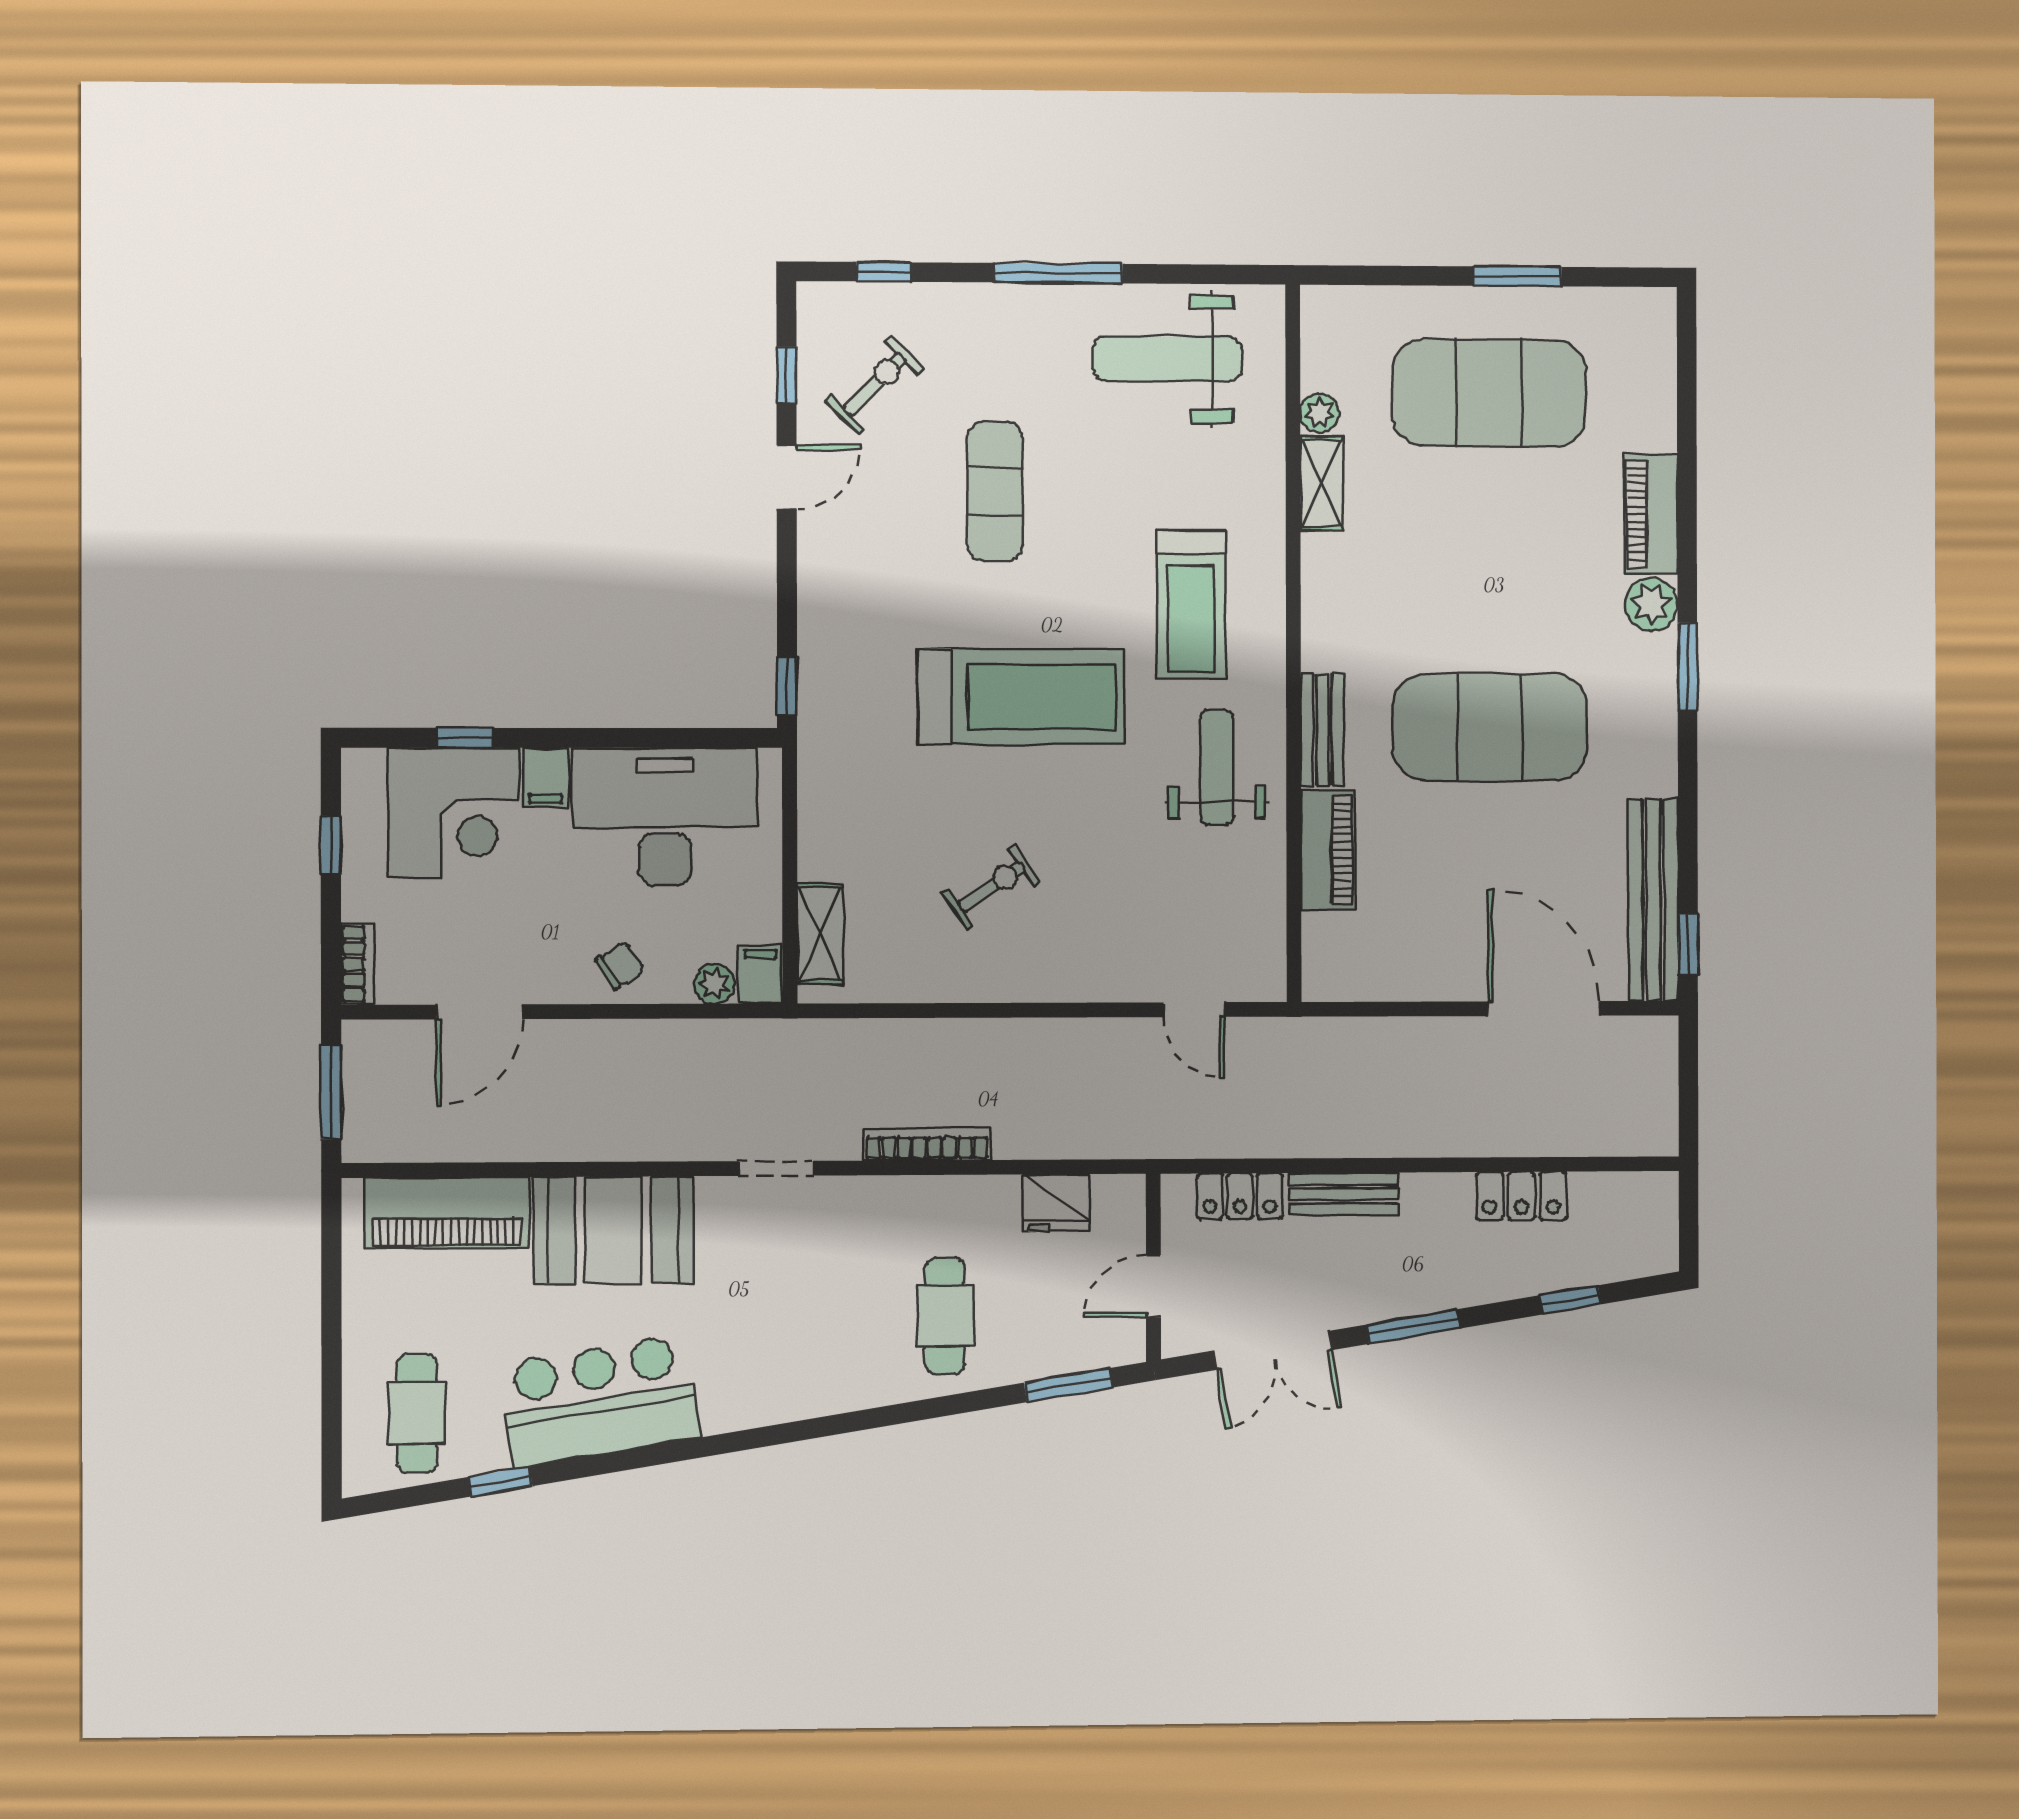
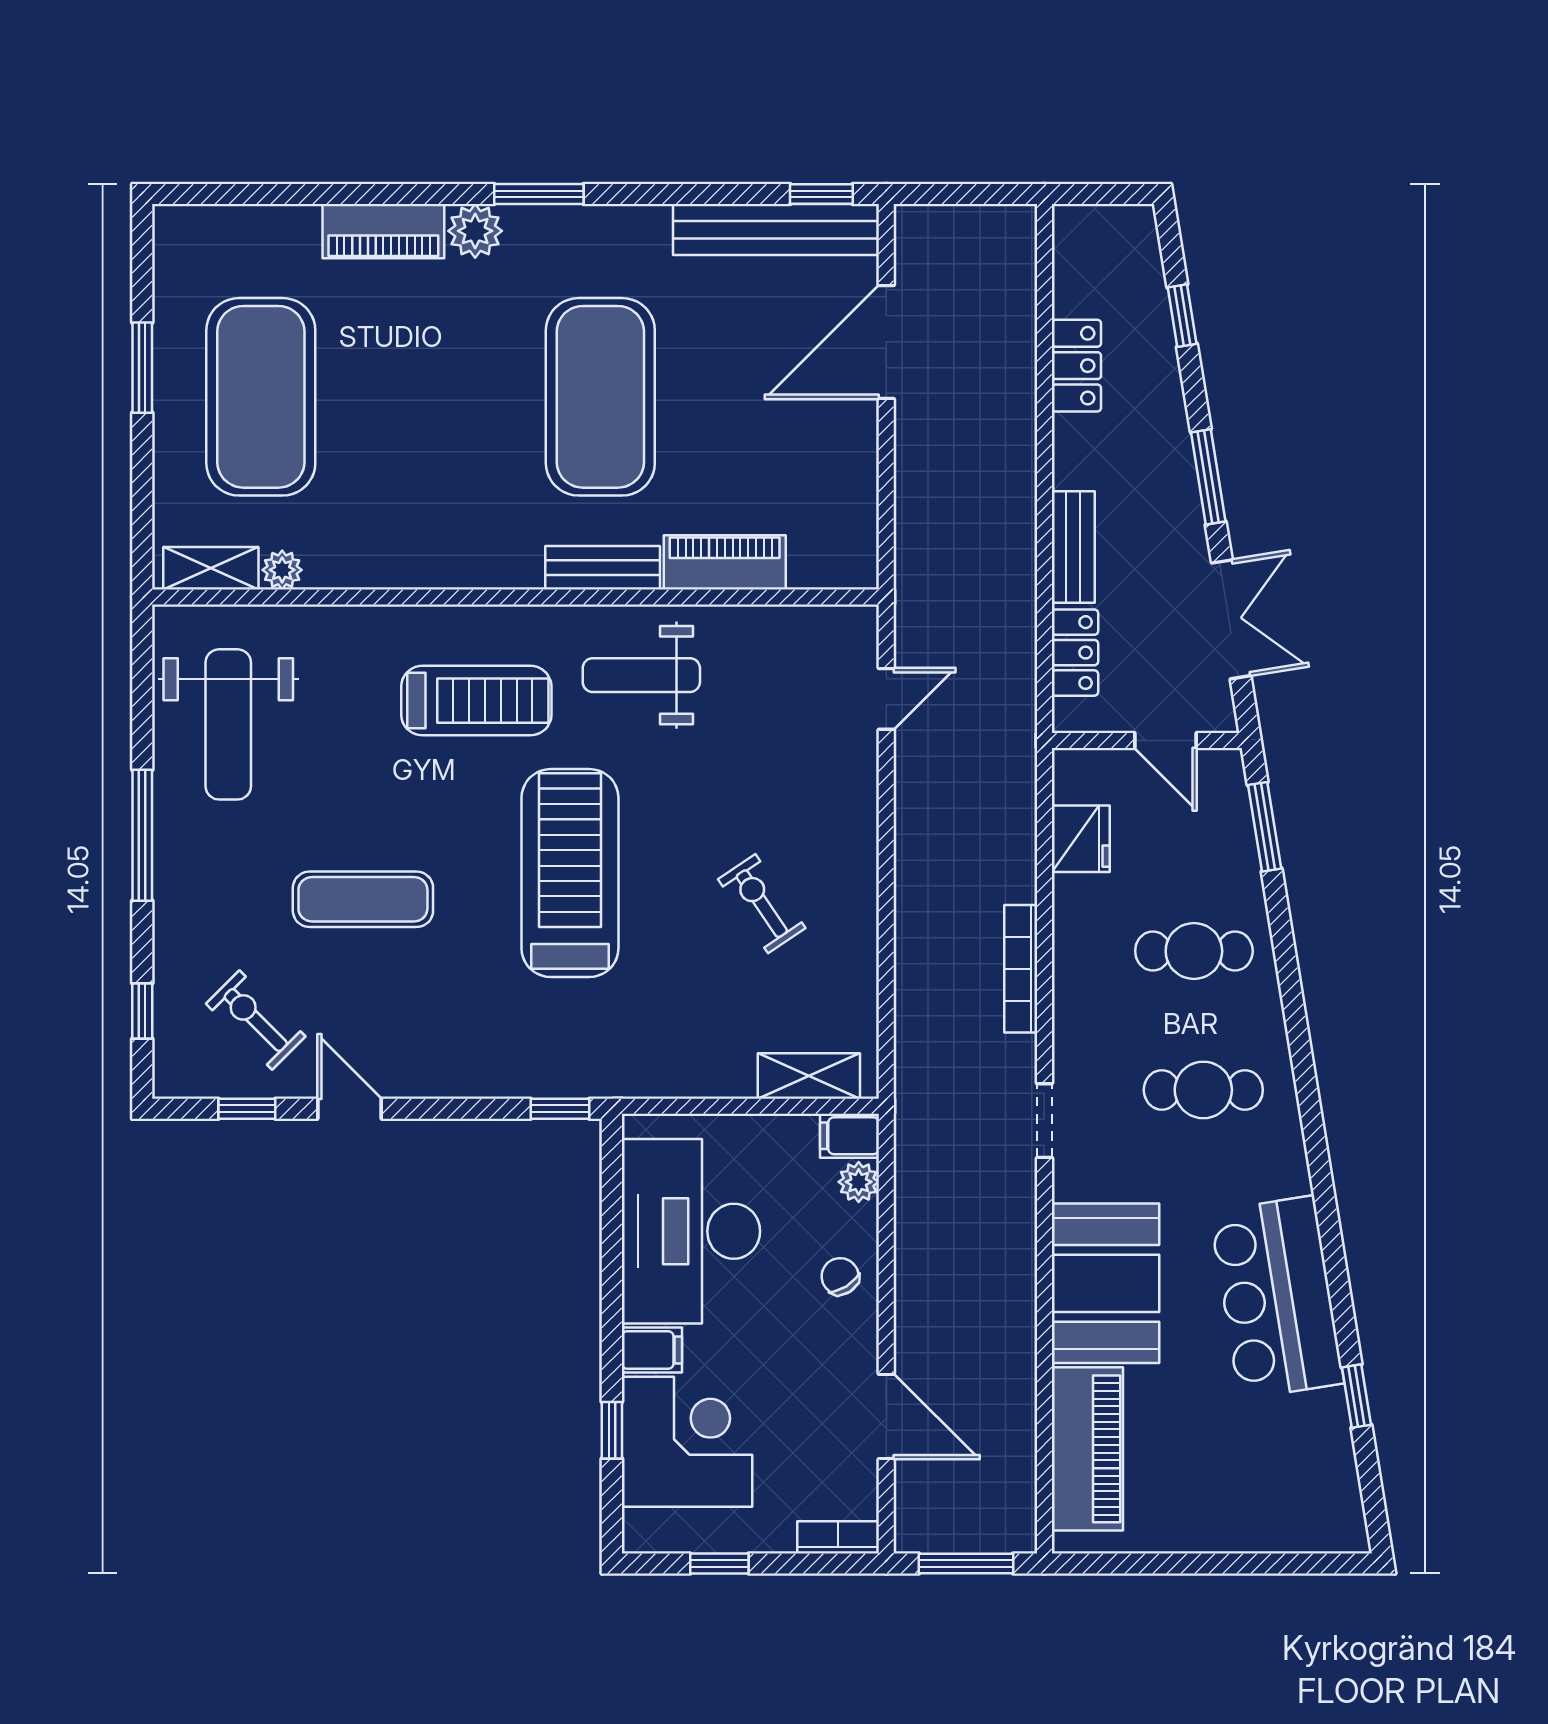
shelving: (1321, 483) -> (211, 568), moved
cafe table: (417, 1413) -> (1203, 1090), moved

